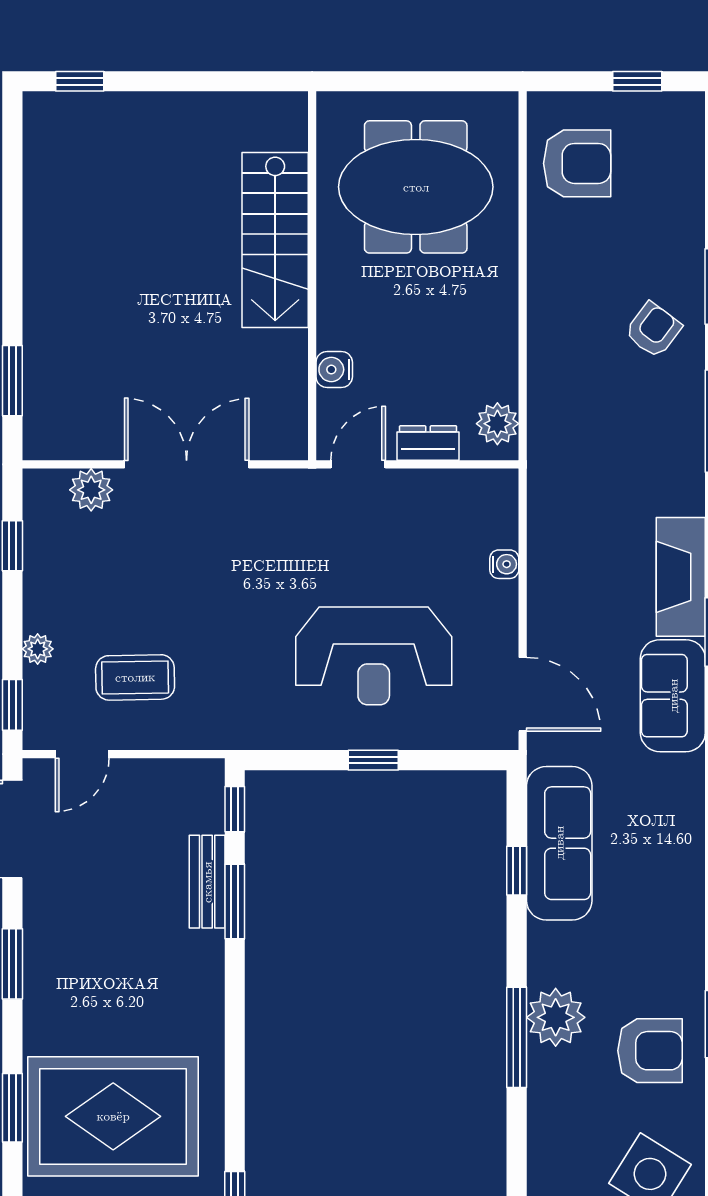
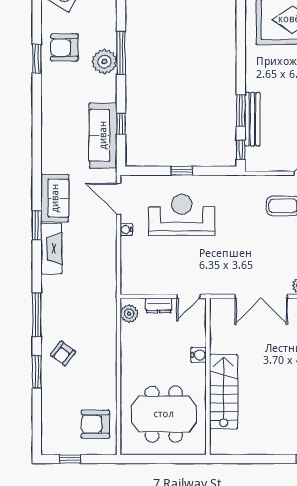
water cooler: (334, 370) -> (198, 355), moved
water cooler: (504, 564) -> (126, 230), moved
bench: (207, 882) -> (252, 119), width x1.36

